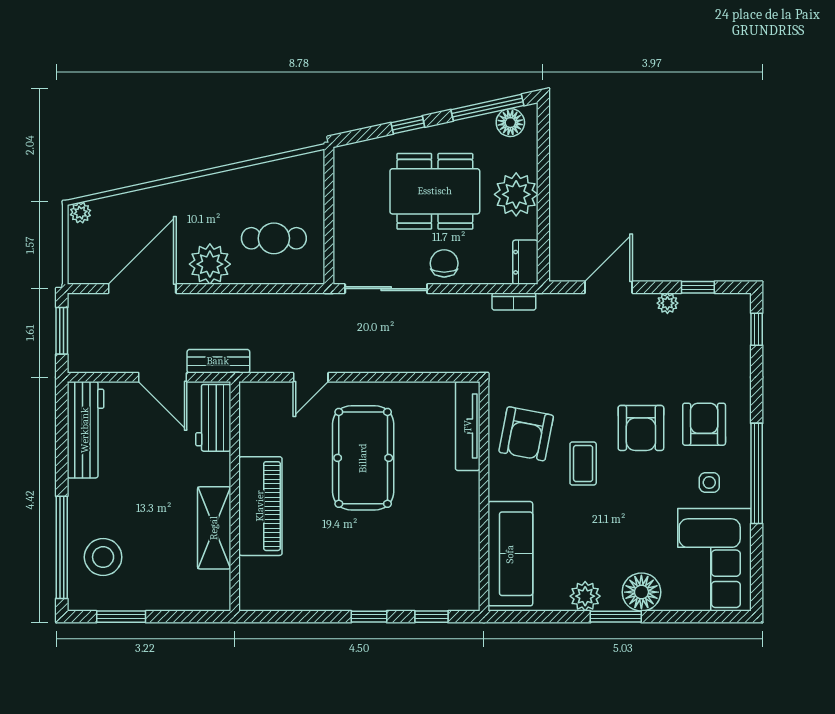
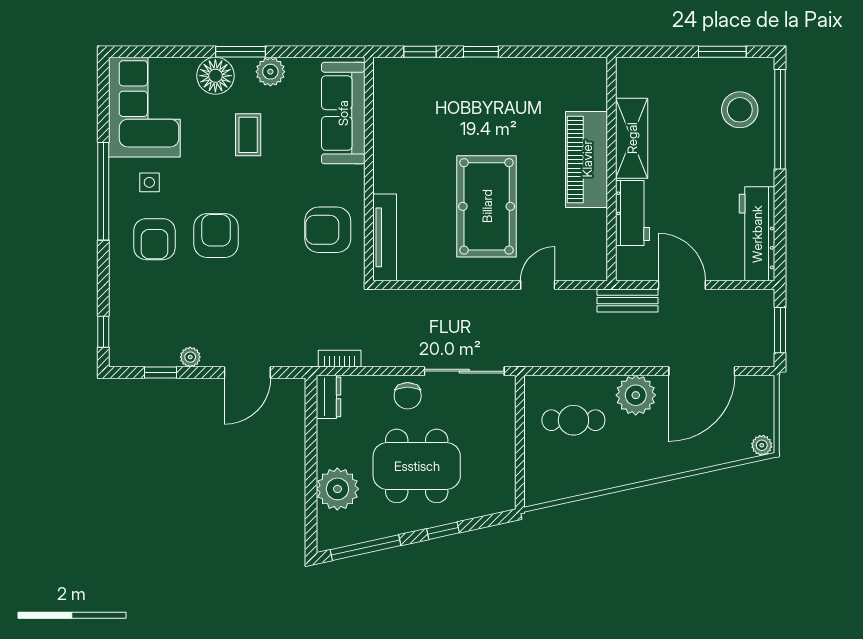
floor lamp: (510, 123) -> (343, 533), removed
plant: (516, 194) -> (337, 489), moved
workbench: (213, 418) -> (632, 213), moved
armchair: (526, 434) -> (328, 230), turned -101
coffee table: (583, 464) -> (248, 135), moved

